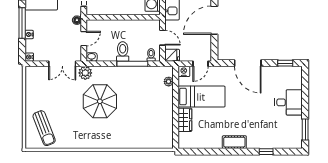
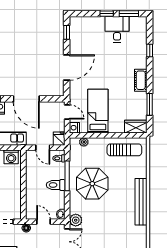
door: (162, 38) -> (43, 148), swing flipped
parasol: (100, 101) -> (92, 184), moved
desk: (289, 102) -> (117, 29), moved
window: (305, 106) -> (107, 14), added
wardrobe: (185, 120) -> (136, 127), moved
sun lounger: (160, 125) -> (124, 150), added
bench: (105, 142) -> (141, 202), added
window: (209, 152) -> (150, 104), added

